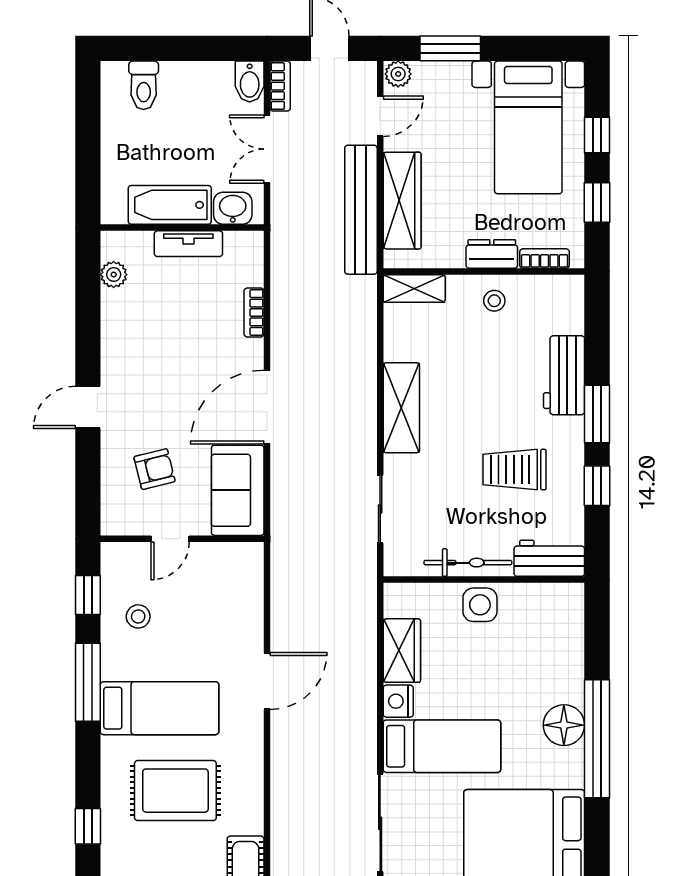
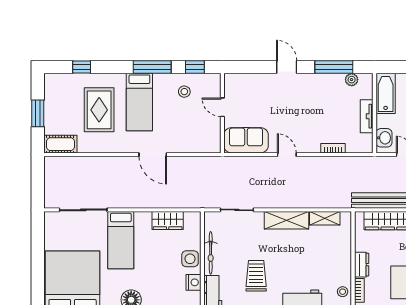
bathtub: (170, 205) -> (386, 93), moved
shelving: (414, 289) -> (325, 218), moved, turned 90
stool: (494, 301) -> (343, 292), moved
window: (88, 311) -> (334, 67), added
door: (267, 407) -> (287, 155), width x0.53
armchair: (155, 469) -> (256, 100), removed
nightstand: (398, 701) -> (194, 282), moved, turned 90

